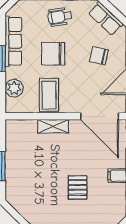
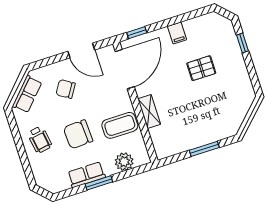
row of seats: (13, 41) -> (86, 175), width x0.68
chair: (53, 54) -> (78, 134), turned 87
chair: (99, 56) -> (66, 89), turned 110

